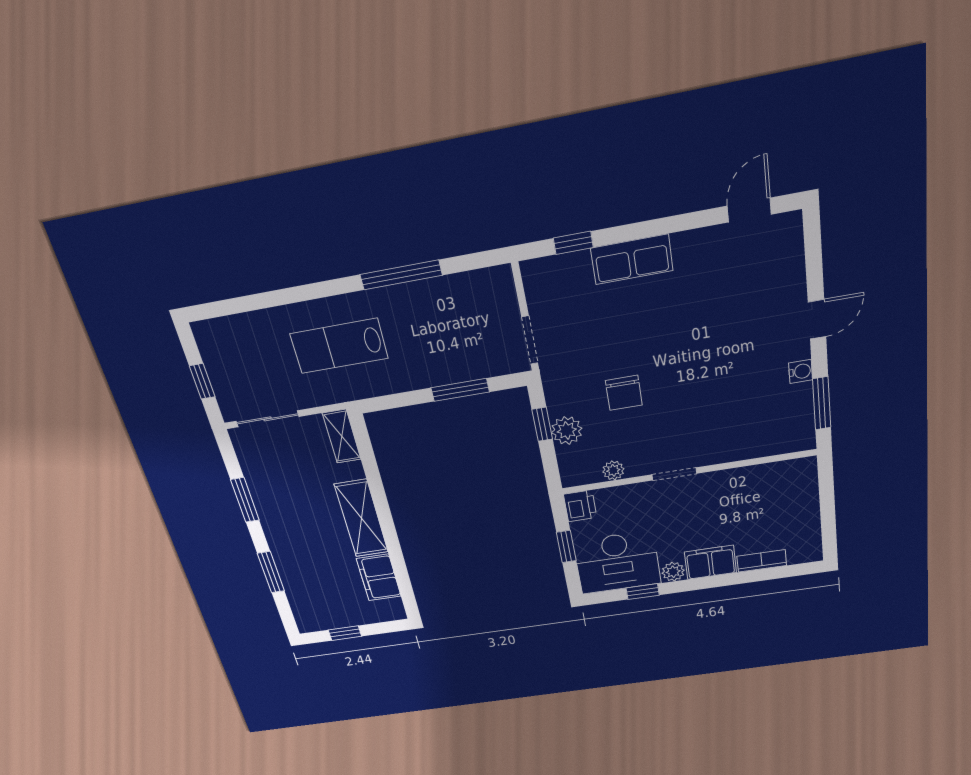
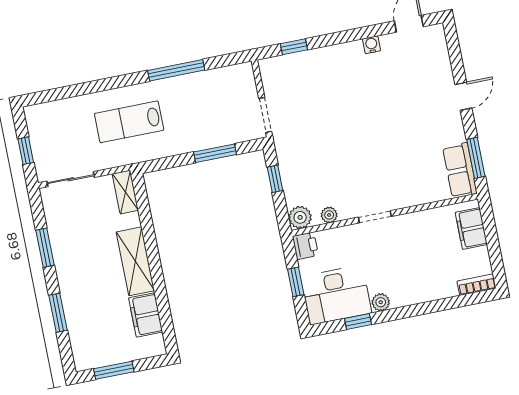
row of seats: (632, 259) -> (460, 170), moved, turned 90
water cooler: (801, 371) -> (372, 45), moved, turned -90
chair: (624, 393) -> (334, 153), removed
plant: (567, 430) -> (300, 217), moved
bookcase: (762, 561) -> (477, 285), moved
filing cabinet: (710, 562) -> (471, 228), moved, turned -90
window: (345, 633) -> (114, 370), width x1.50

